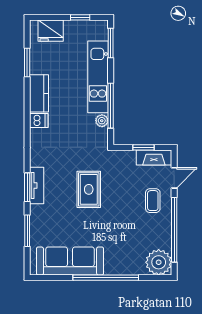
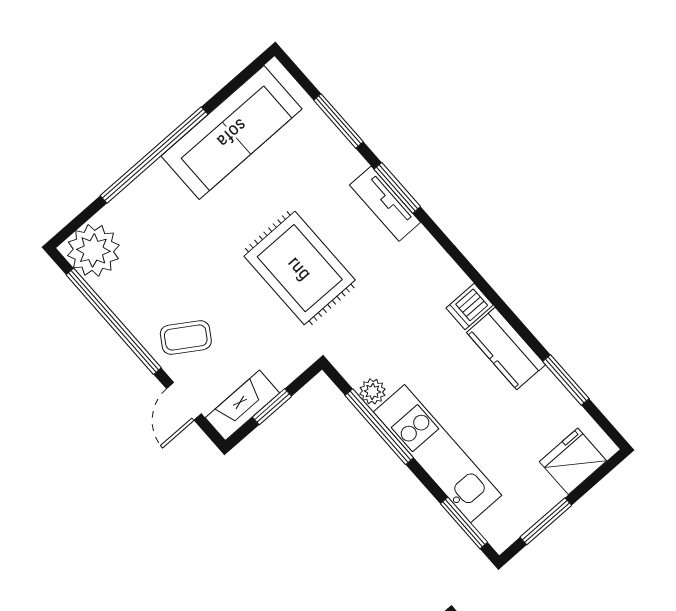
window: (80, 17) -> (546, 521), width x1.50
rug: (89, 189) -> (300, 268), width x1.36, depth x1.43
coffee table: (153, 201) -> (186, 337), turned -57

